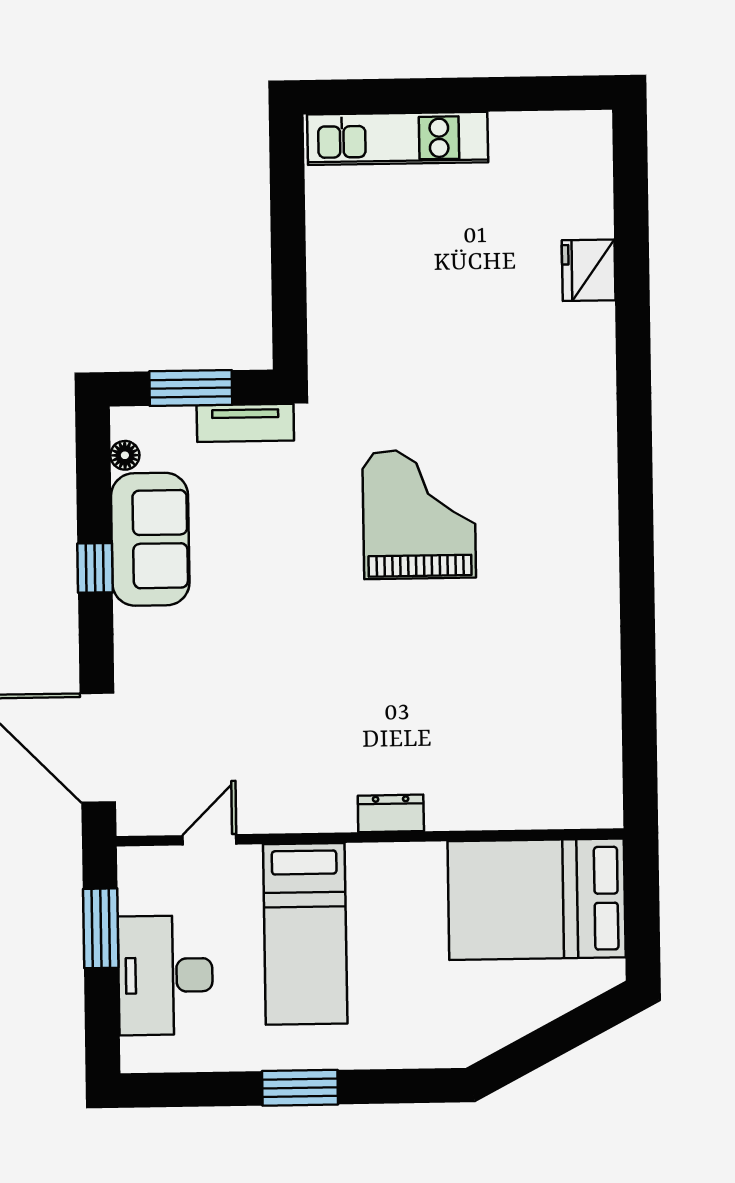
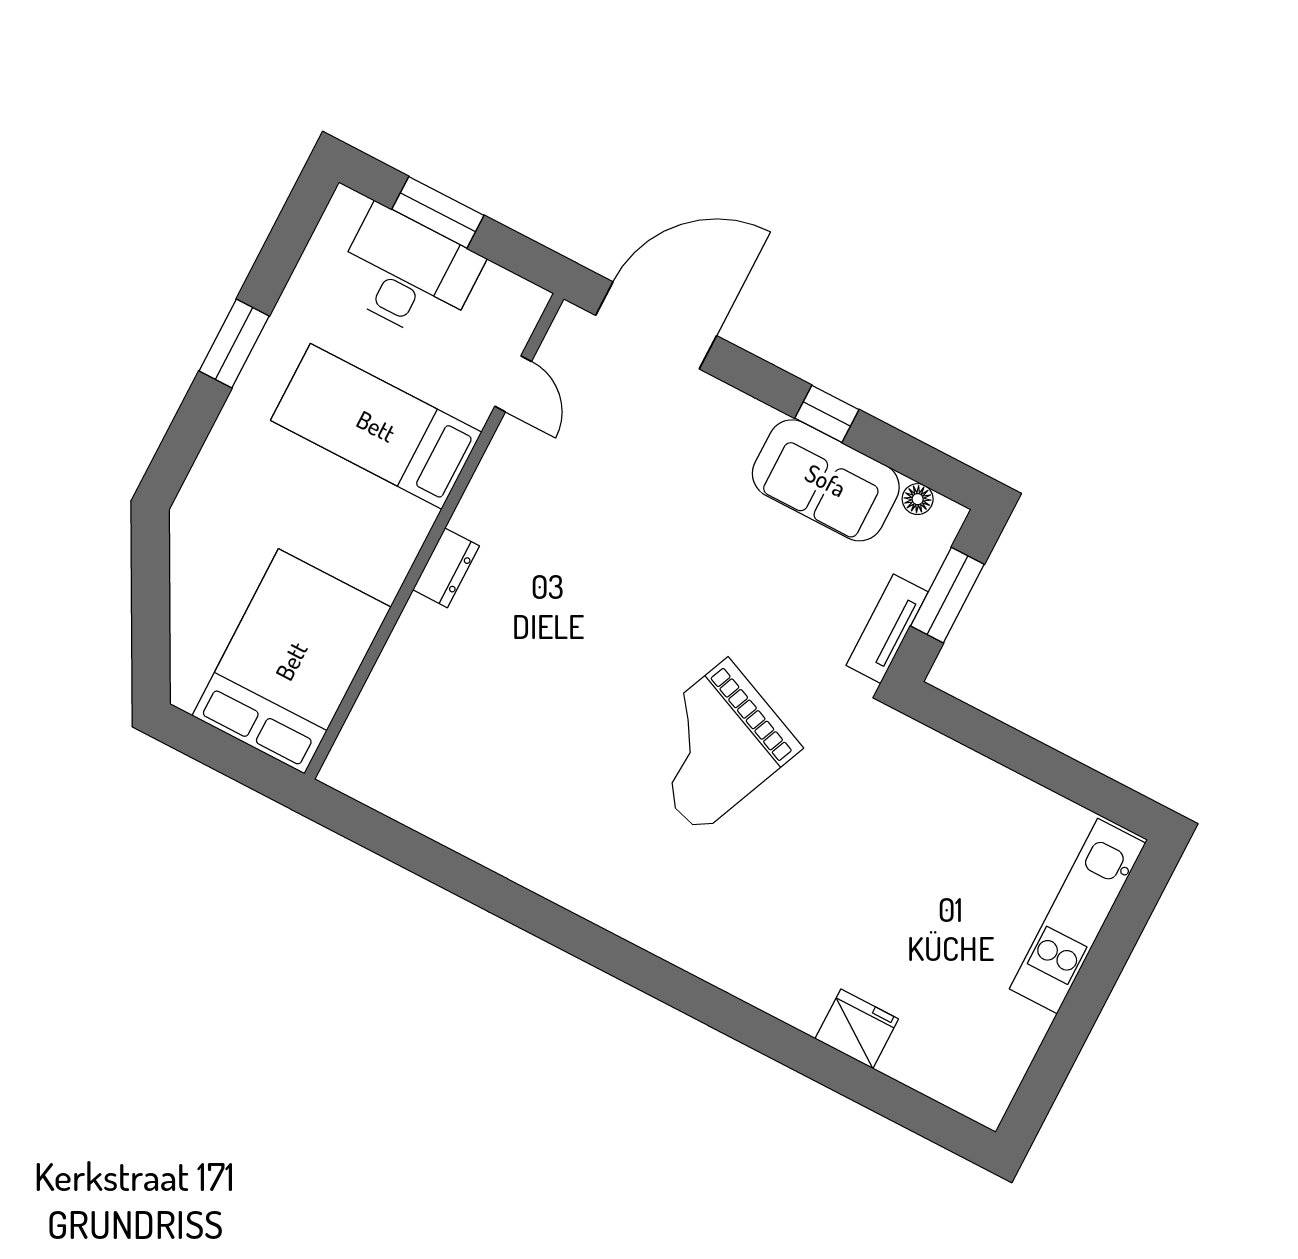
grand piano: (419, 514) -> (713, 746), turned 113
window: (101, 928) -> (438, 212), moved

